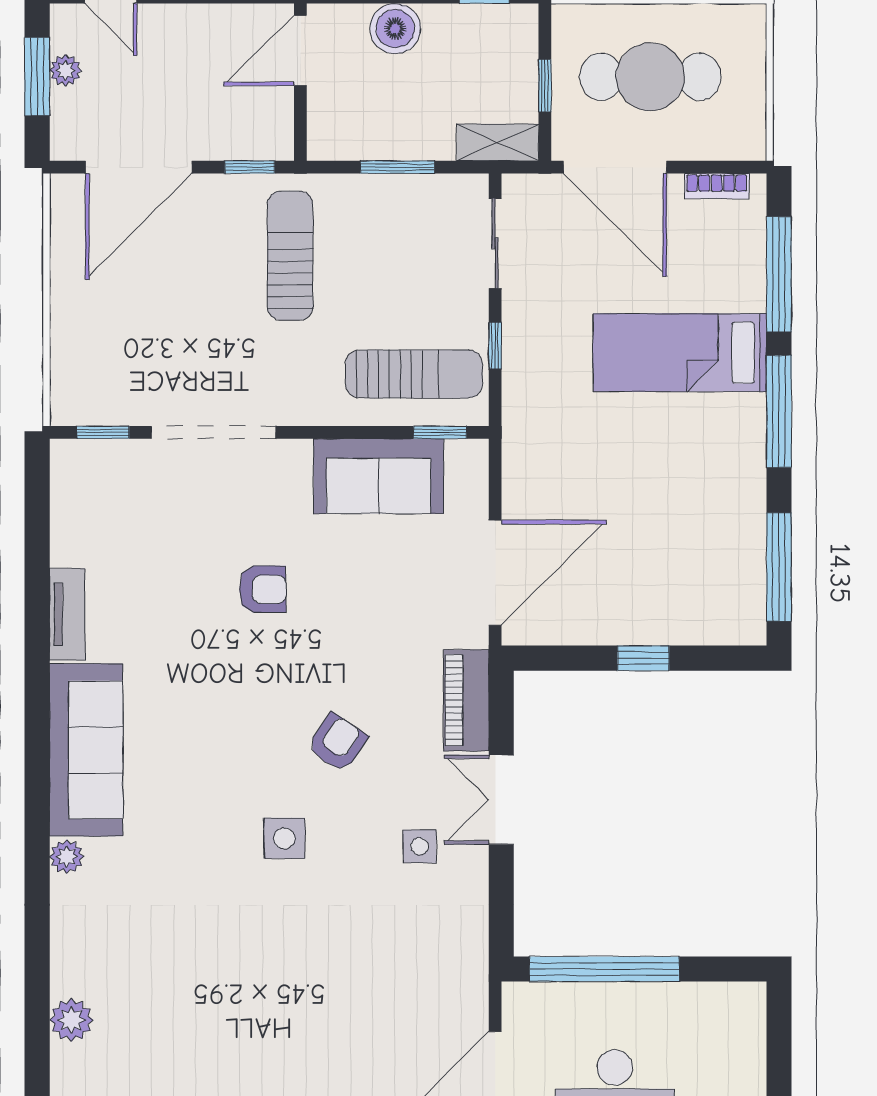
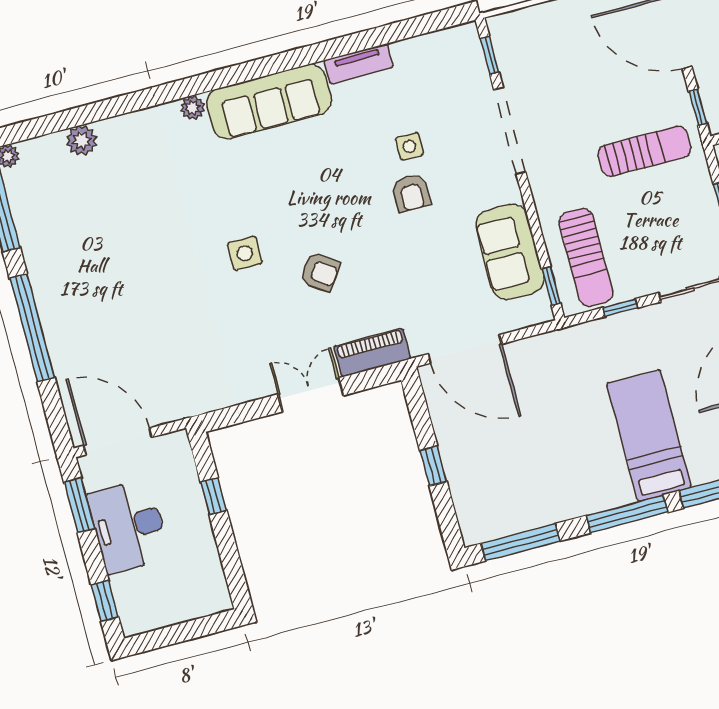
side table: (420, 846) -> (409, 146), moved
window: (604, 969) -> (214, 496), width x0.32

